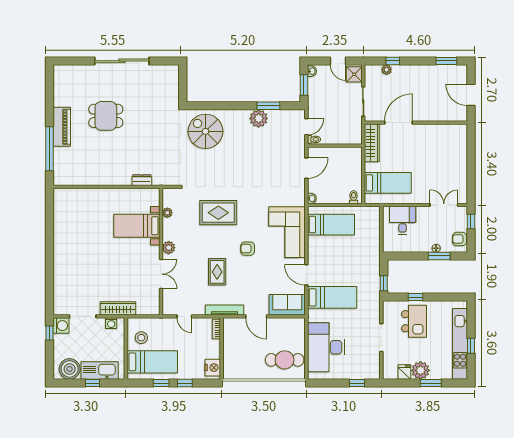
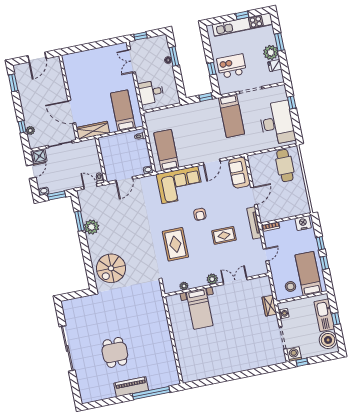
door: (306, 168) -> (124, 180), swing flipped
dresser: (142, 180) -> (161, 312), removed
armchair: (460, 239) -> (157, 42), removed
bed: (332, 297) -> (232, 116), moved, turned 180
wardrobe: (118, 308) -> (269, 306), width x0.67
desk: (326, 347) -> (277, 123), moved, turned -90

